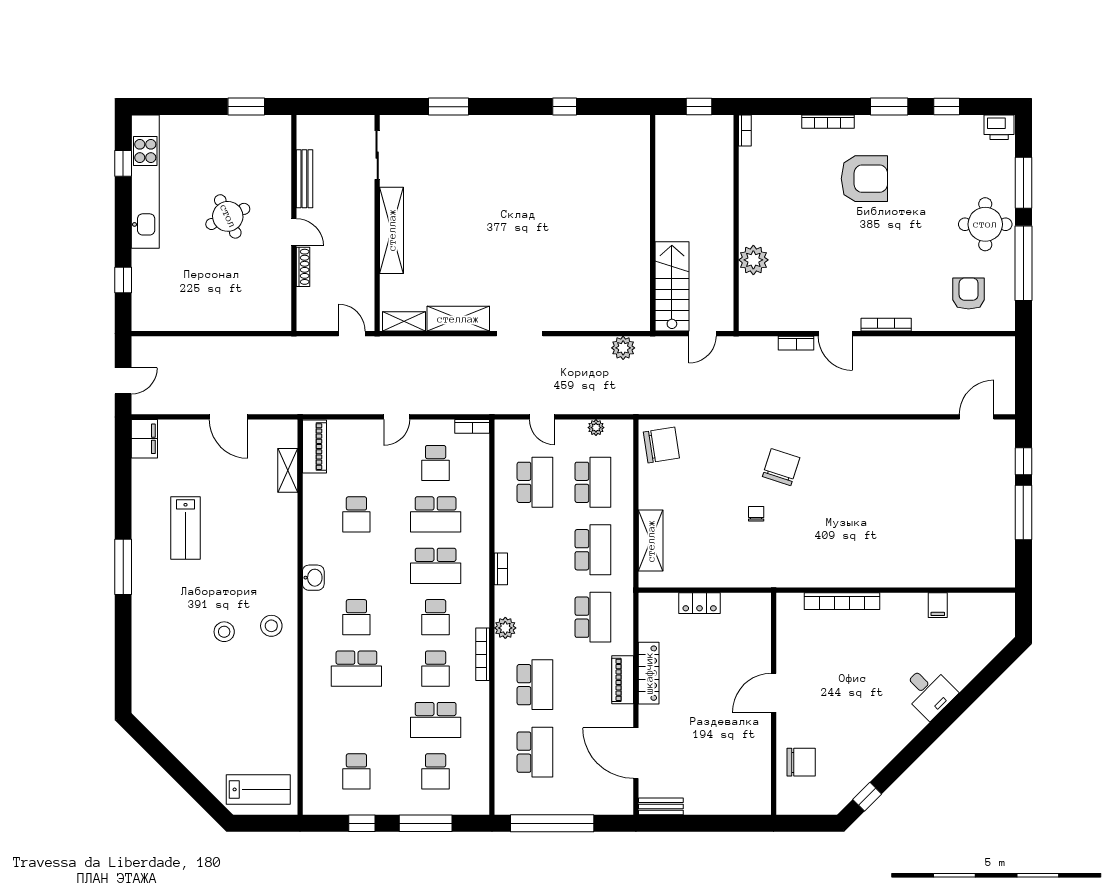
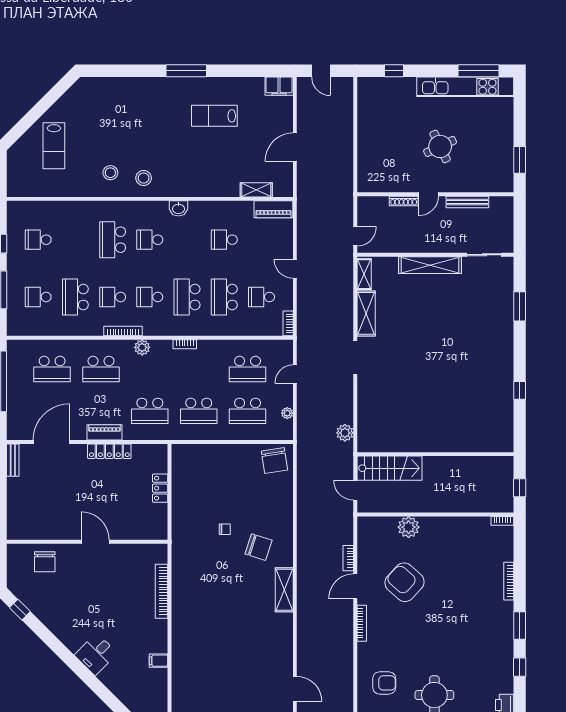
window: (123, 163) -> (478, 71), width x2.17
armchair: (864, 179) -> (405, 582), moved, turned 132
shelving: (651, 541) -> (284, 590), moved, turned 90
stool: (224, 632) -> (110, 173), moved
lab bench: (258, 789) -> (54, 146), moved

